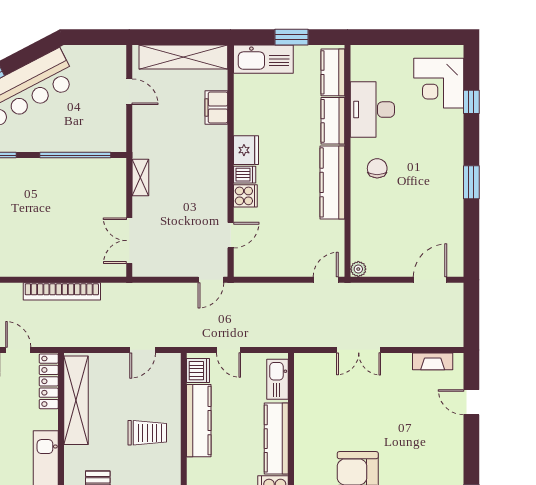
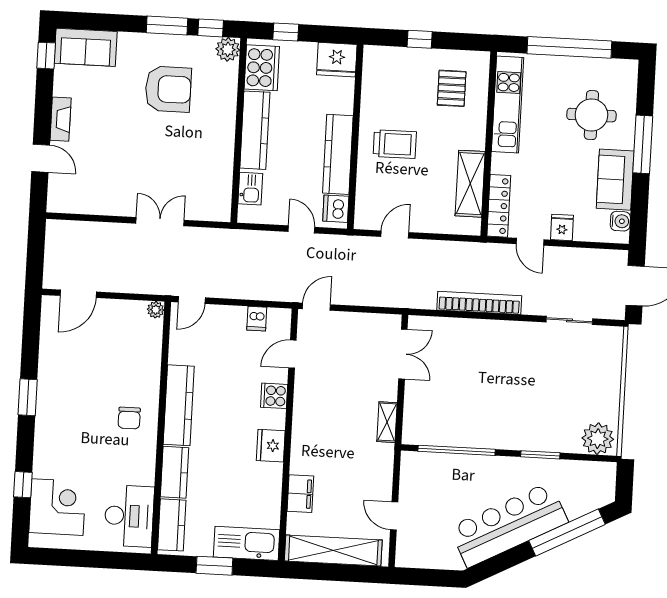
desk: (372, 110) -> (129, 516), moved
dishwasher: (245, 175) -> (257, 319), moved, turned -90
fireplace: (433, 361) -> (61, 119), moved, turned 90
kitchen sink: (278, 379) -> (250, 189), width x0.73
shelving: (76, 400) -> (470, 184), width x0.68
trolley: (147, 433) -> (395, 144), turned 180

